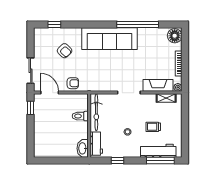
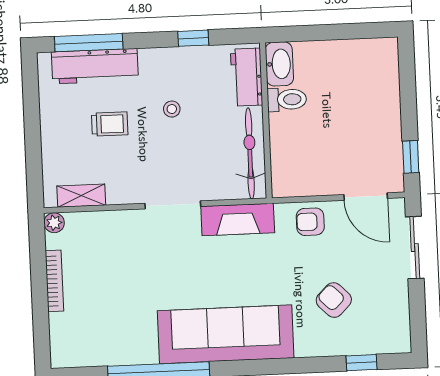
floor lamp: (175, 36) -> (67, 348), removed
fireplace: (158, 85) -> (238, 220), moved
toilet: (80, 116) -> (287, 99), moved

